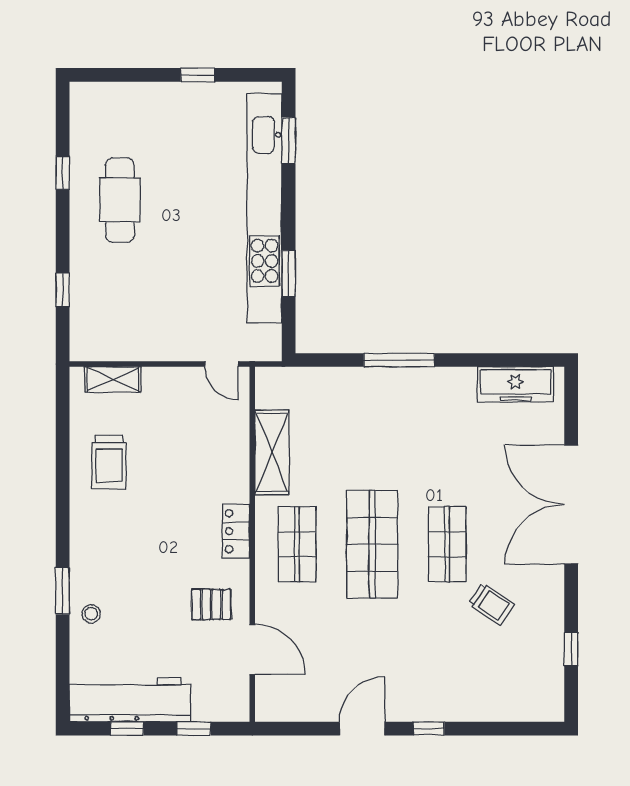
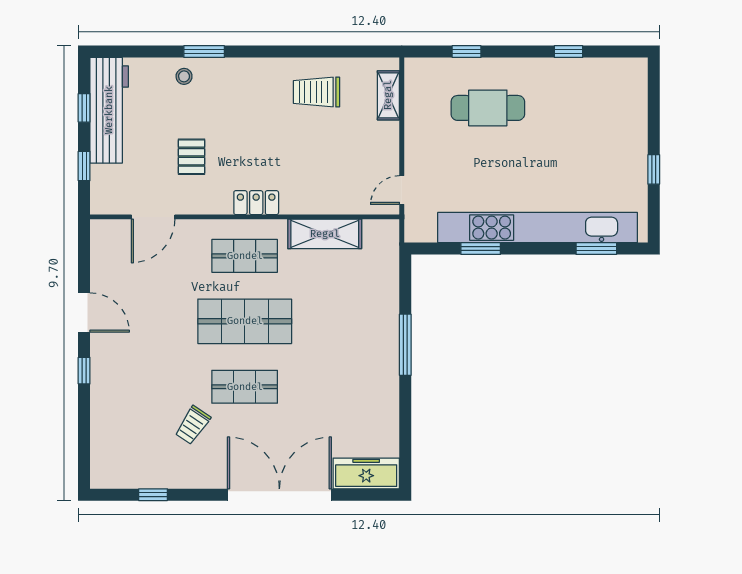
cafe table: (120, 200) -> (488, 108), moved
freezer: (515, 384) -> (366, 473), moved, turned 90
pallet: (211, 604) -> (191, 157), moved

